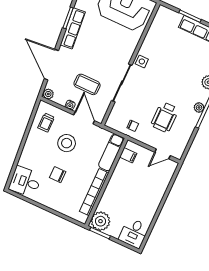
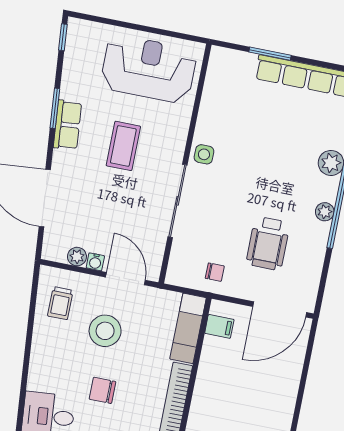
row of seats: (73, 28) -> (67, 125), width x0.68
coffee table: (87, 84) -> (123, 146), moved, turned 90
plant: (48, 94) -> (77, 257), moved
door: (163, 154) -> (280, 309), width x1.88

